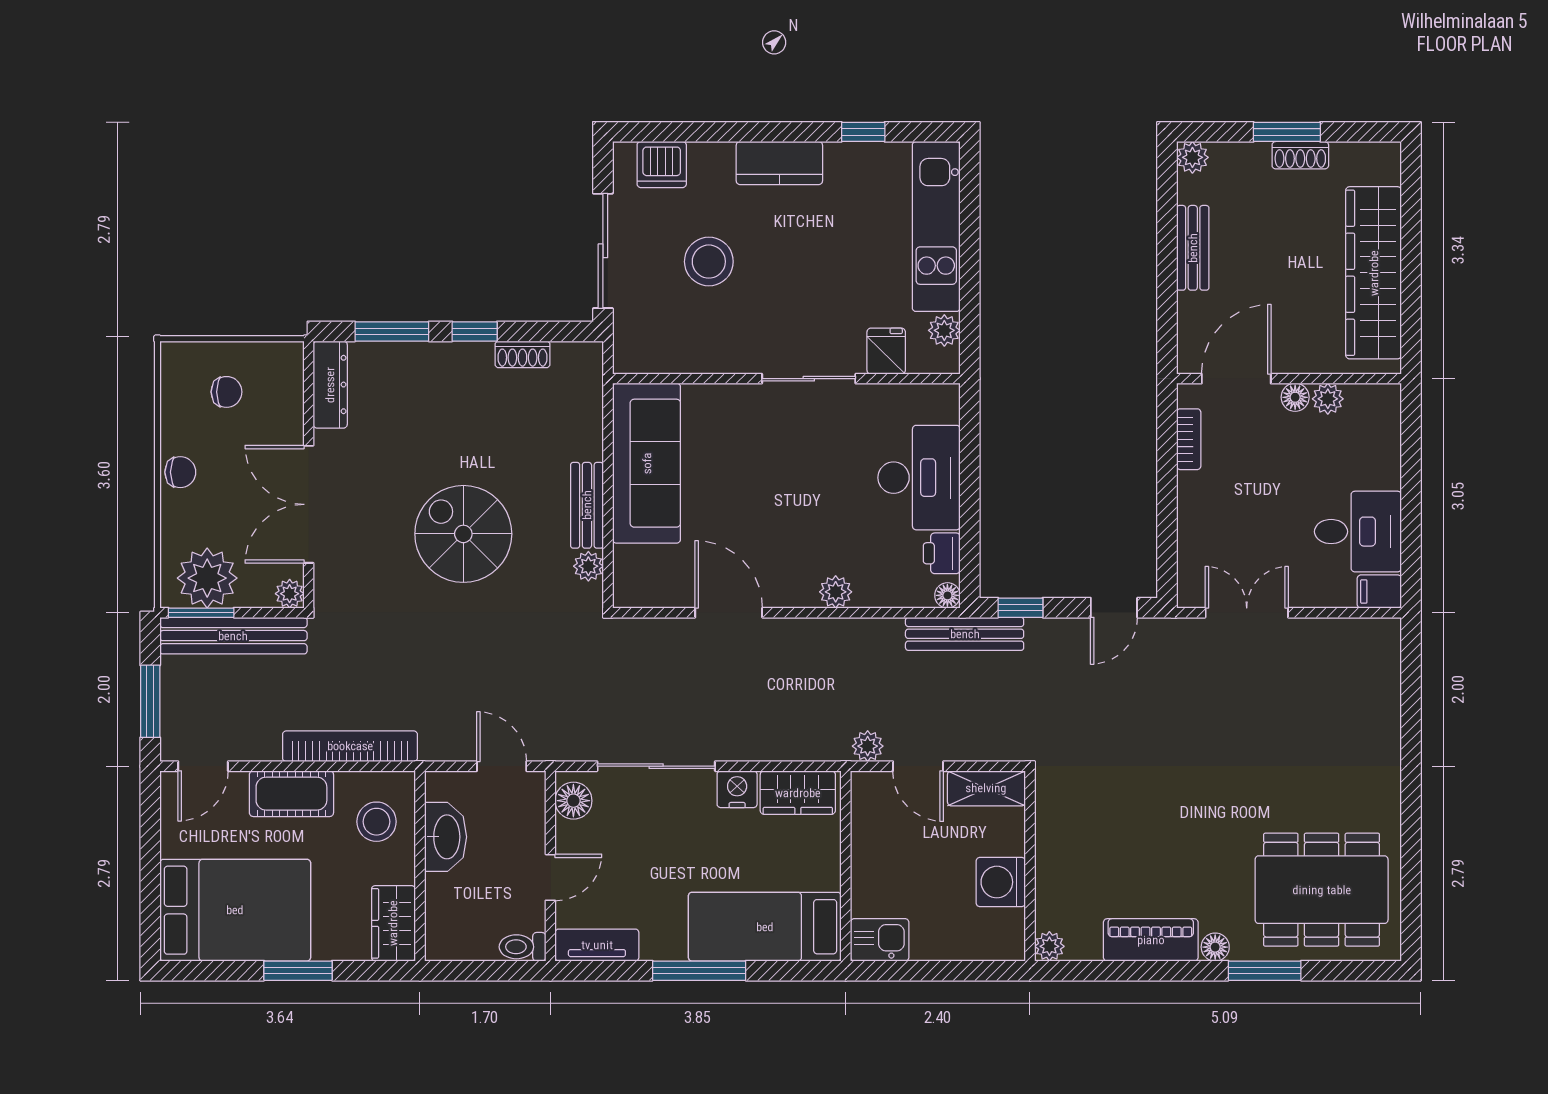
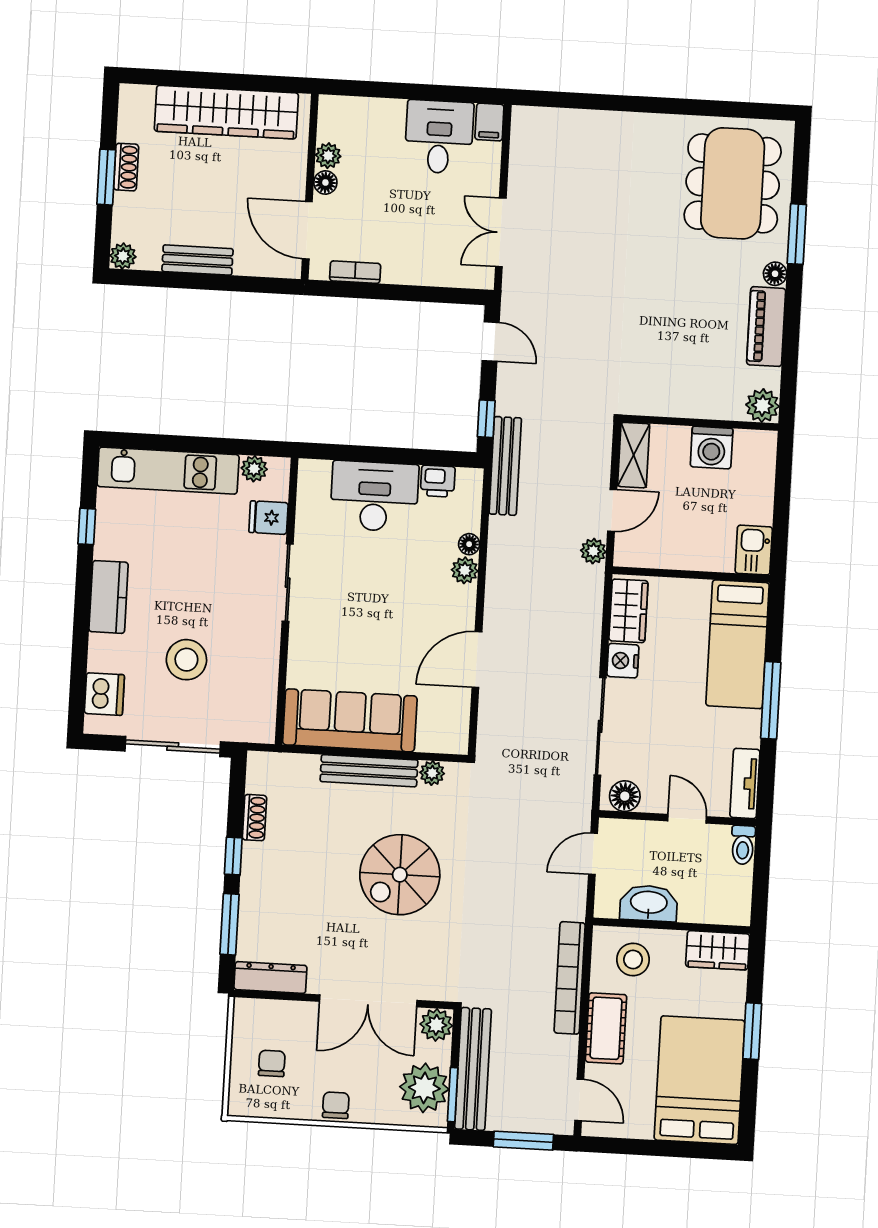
bench: (587, 505) -> (369, 771), width x1.36
plant: (290, 594) -> (436, 1025), width x1.38, depth x1.38
floor lamp: (947, 595) -> (469, 544), moved
plant: (1049, 946) -> (762, 406), width x1.38, depth x1.38

